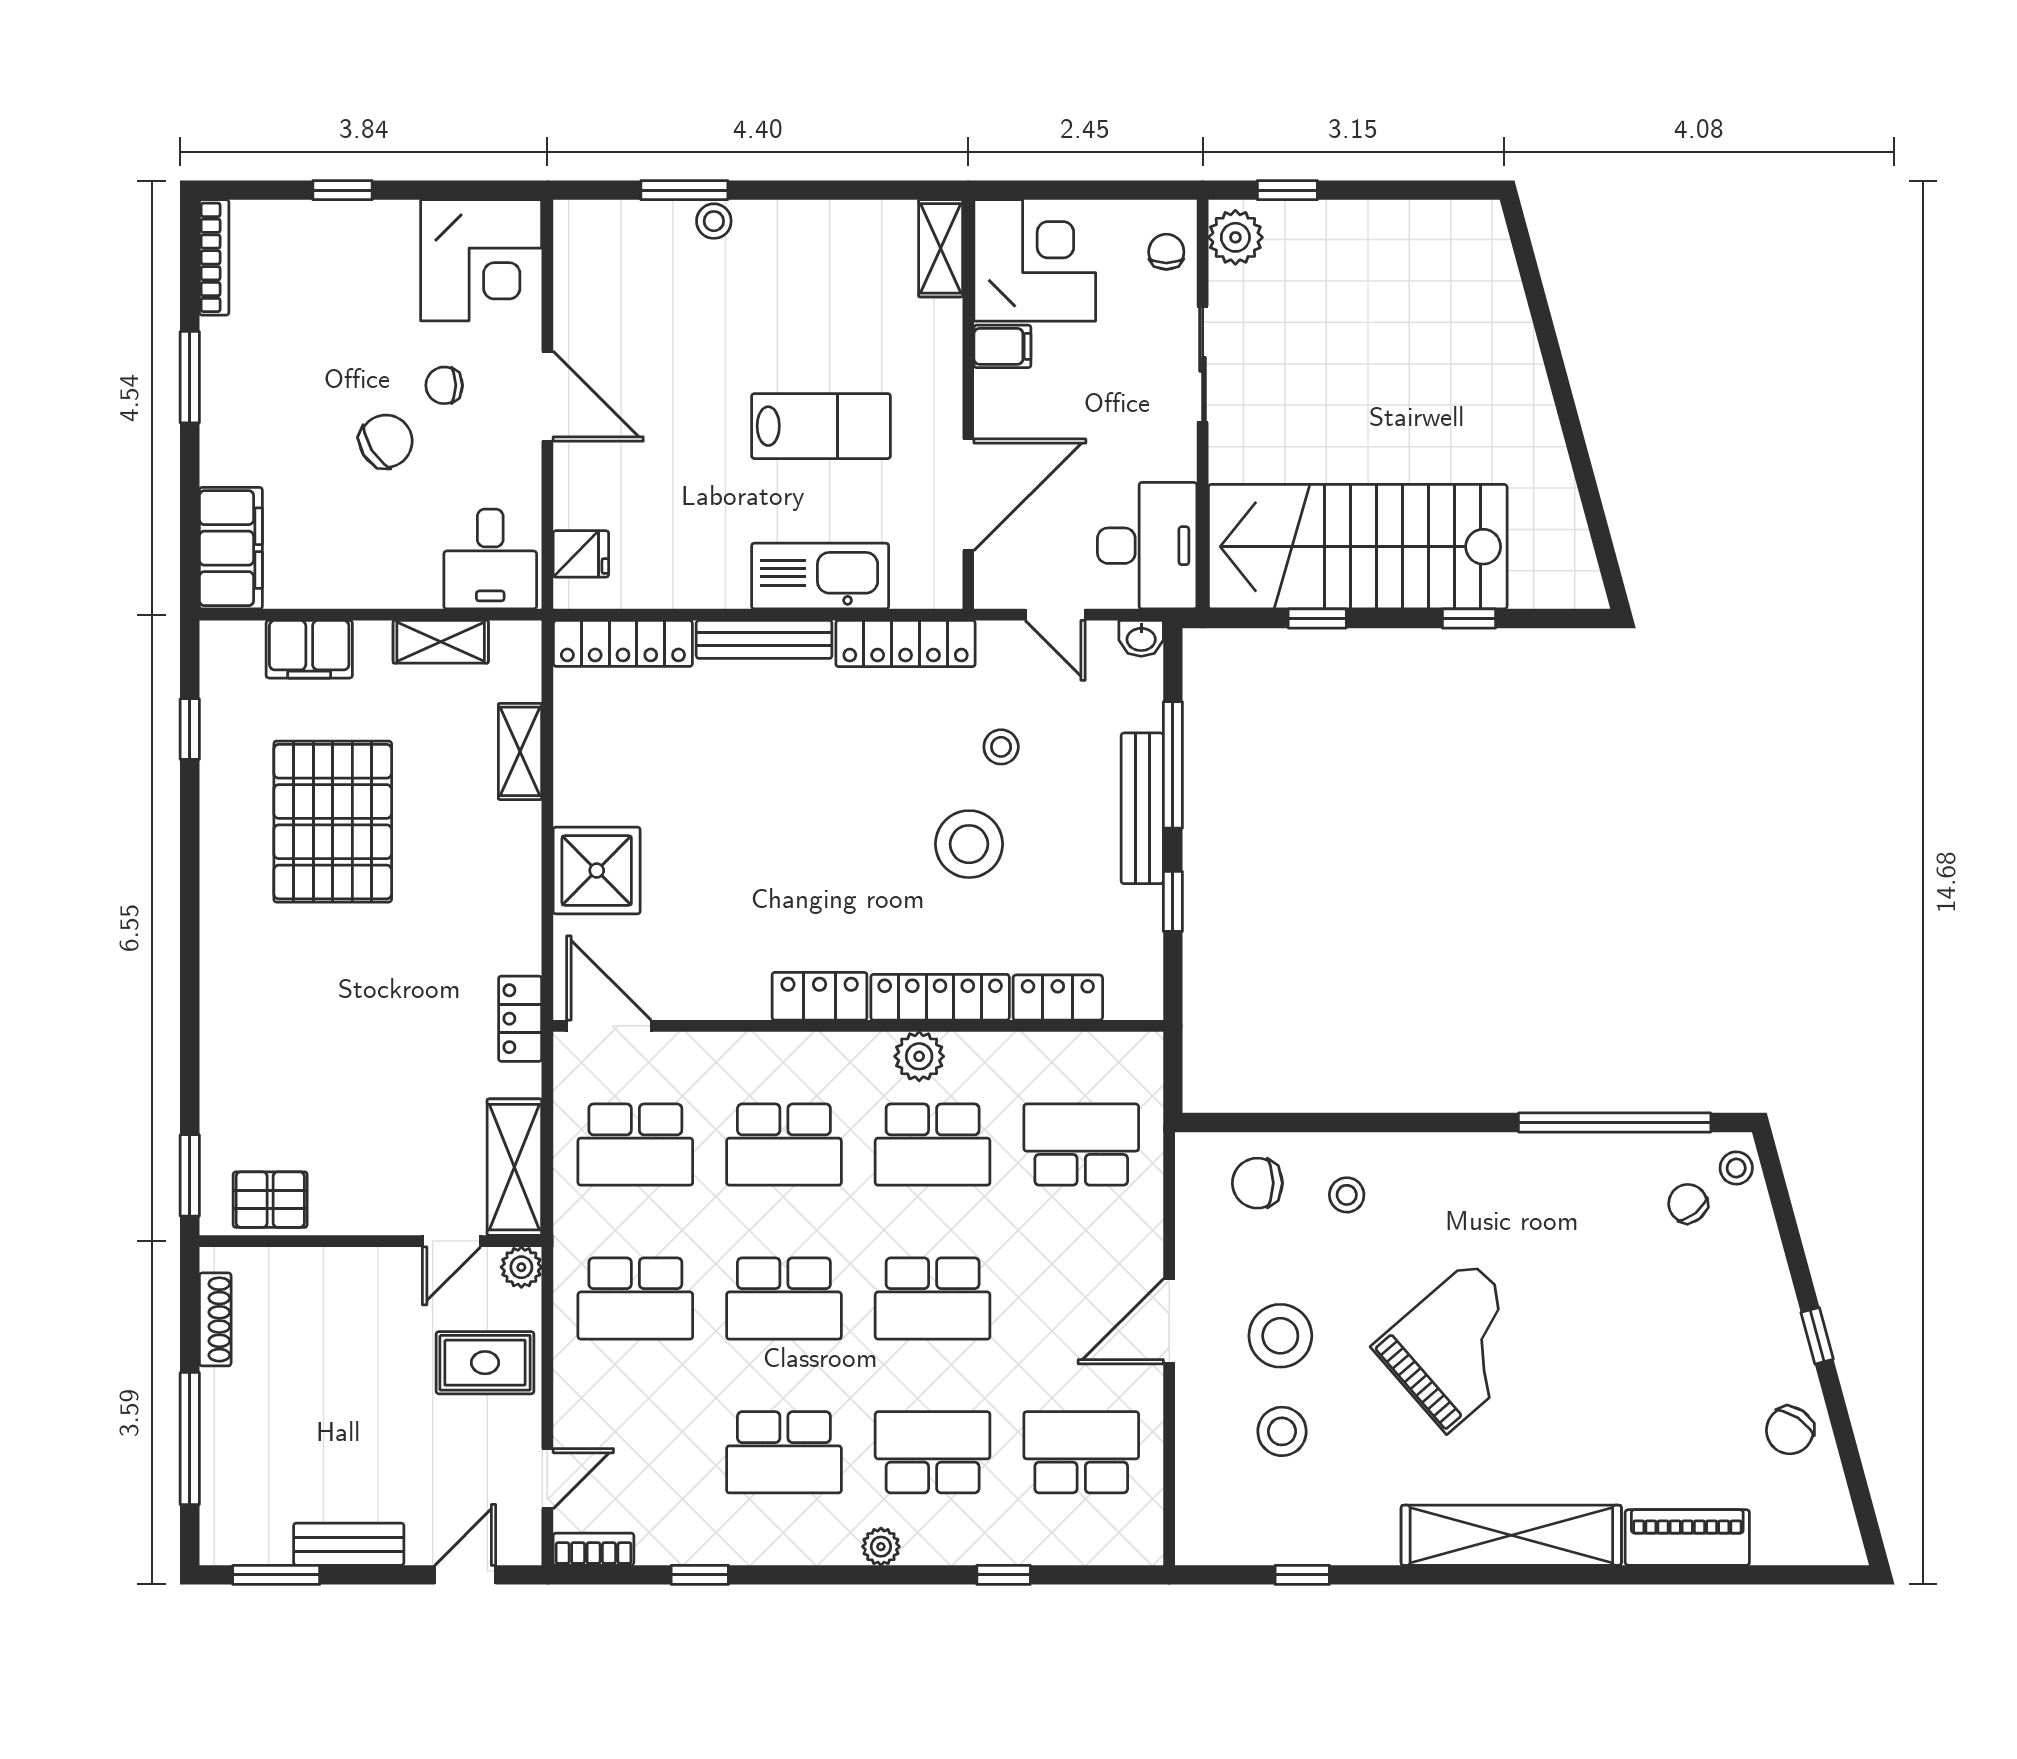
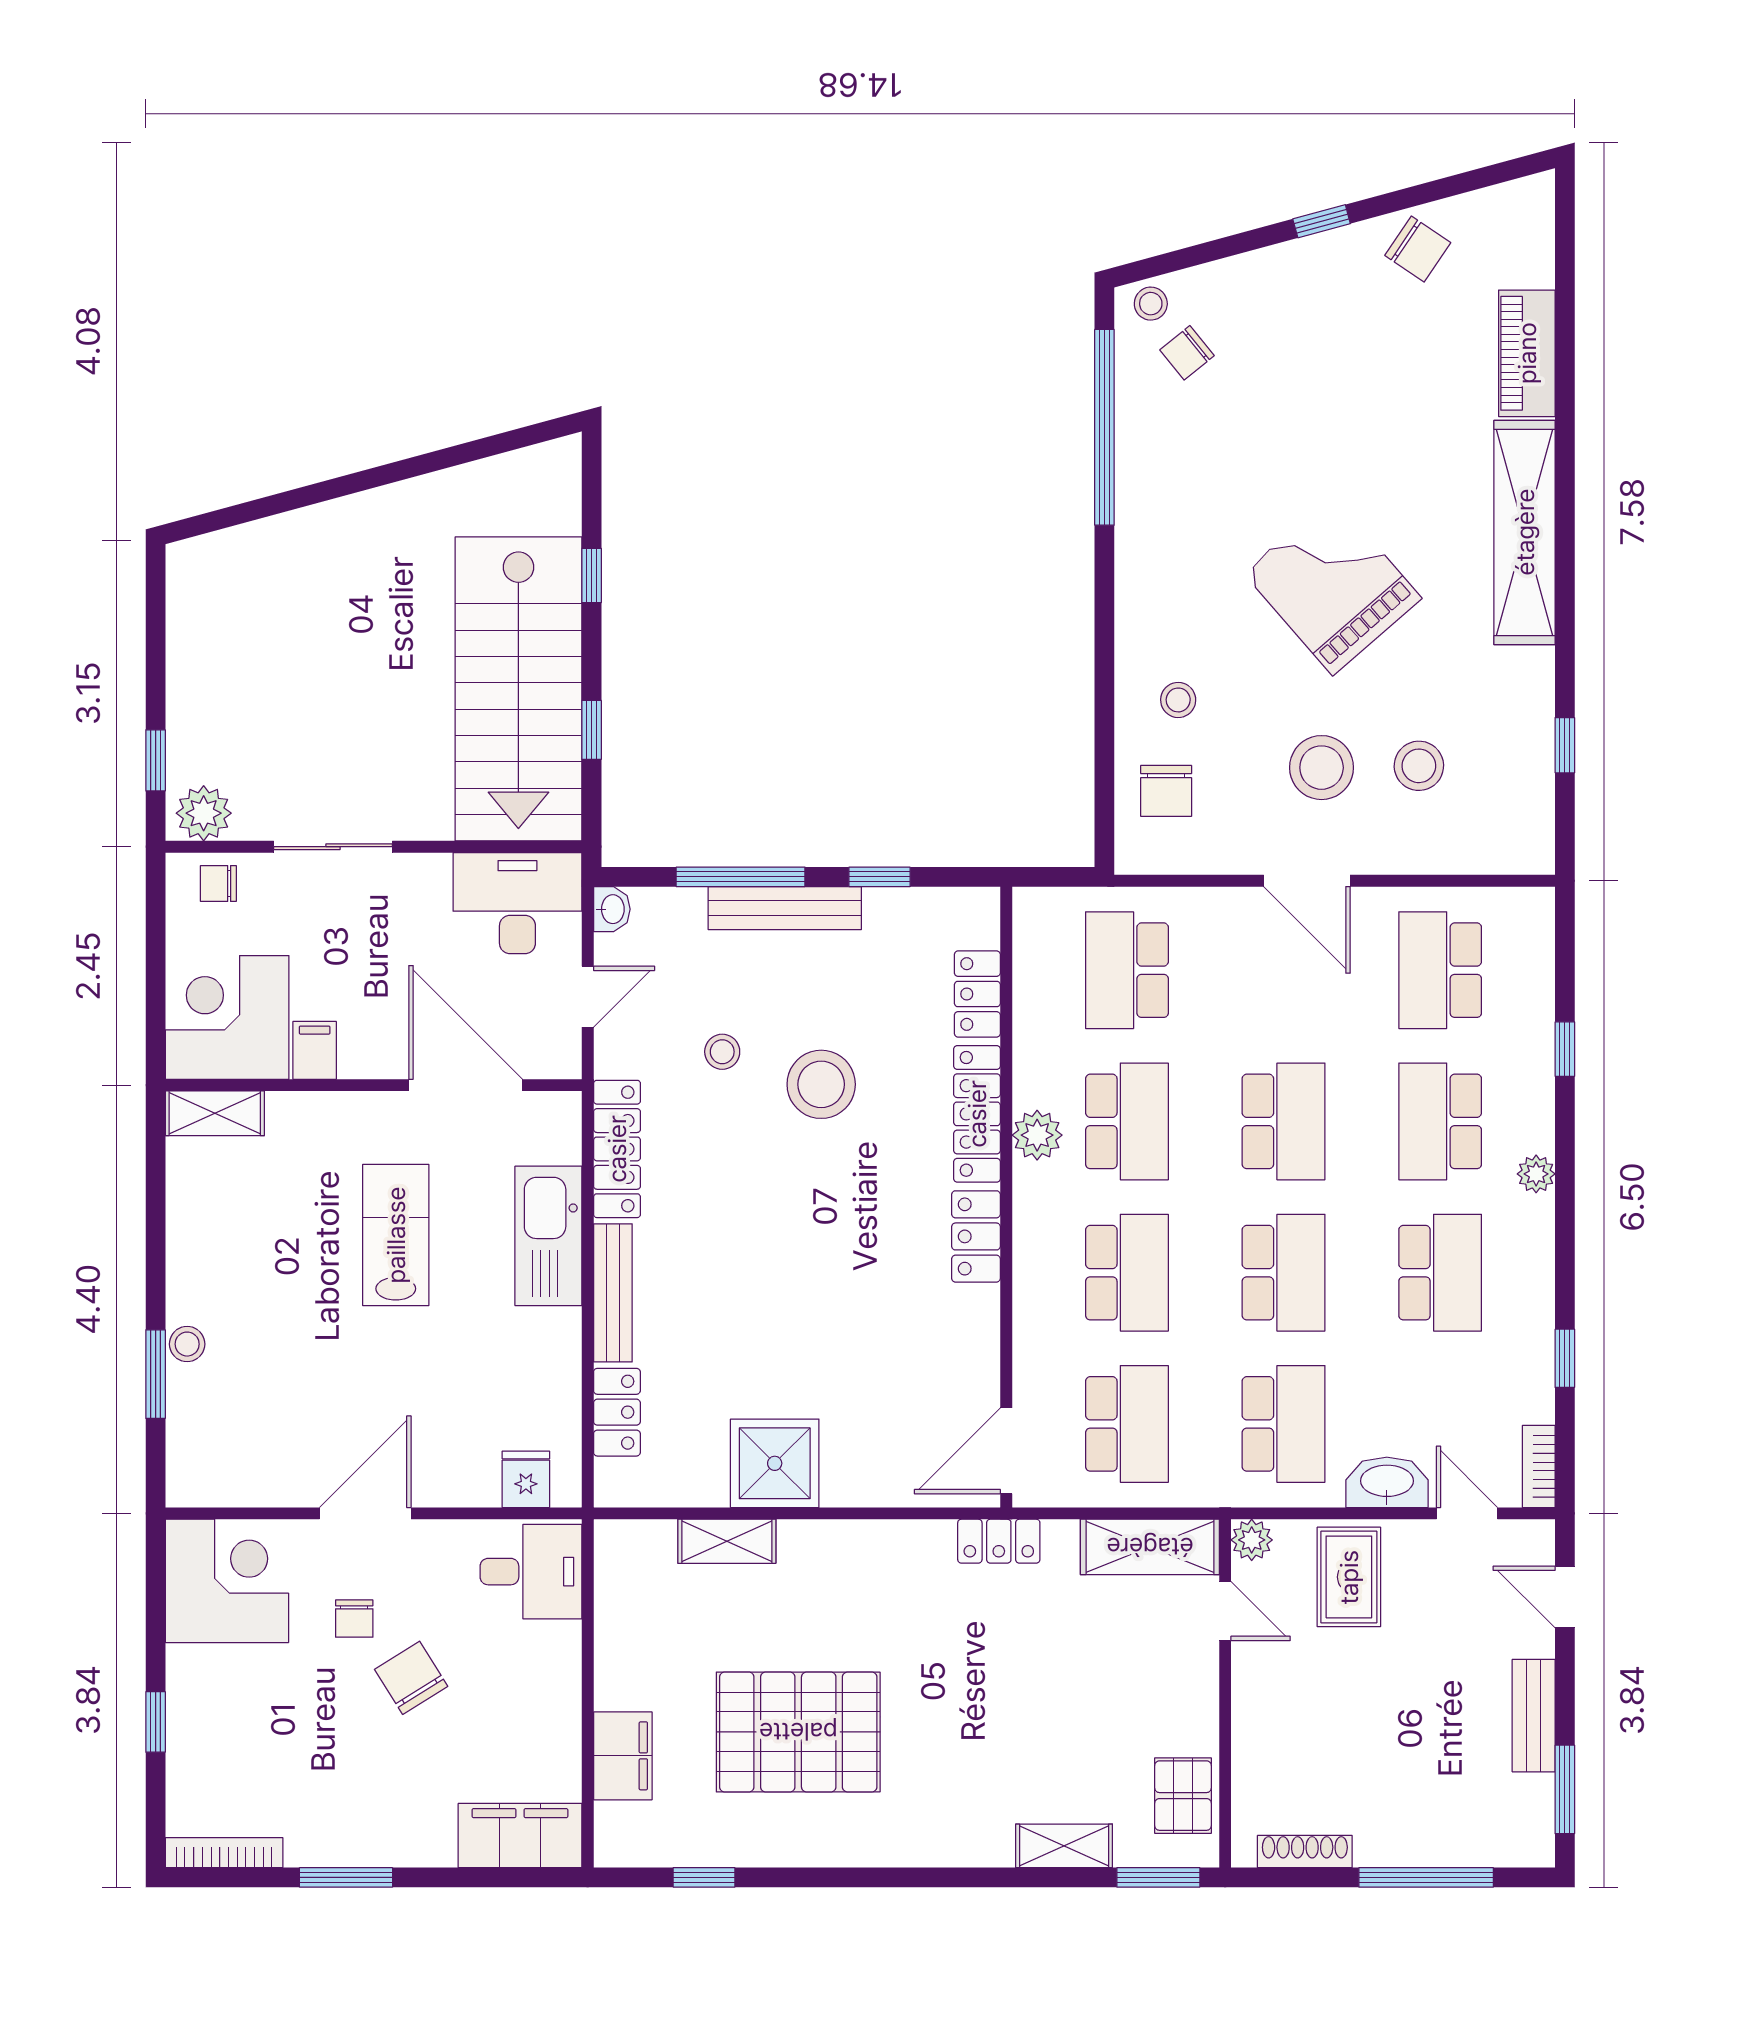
shelving: (441, 642) -> (1064, 1846), moved, turned 90
locker: (623, 643) -> (617, 1412), width x0.66
shower: (597, 871) -> (775, 1463), moved
washbasin: (578, 1400) -> (1387, 1482), added

